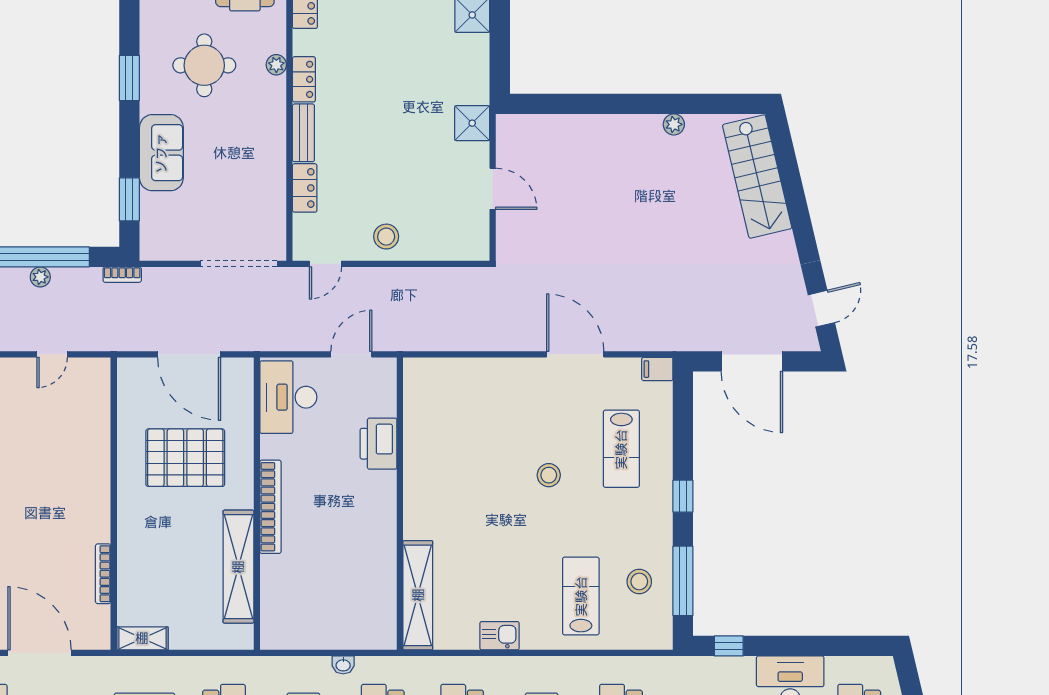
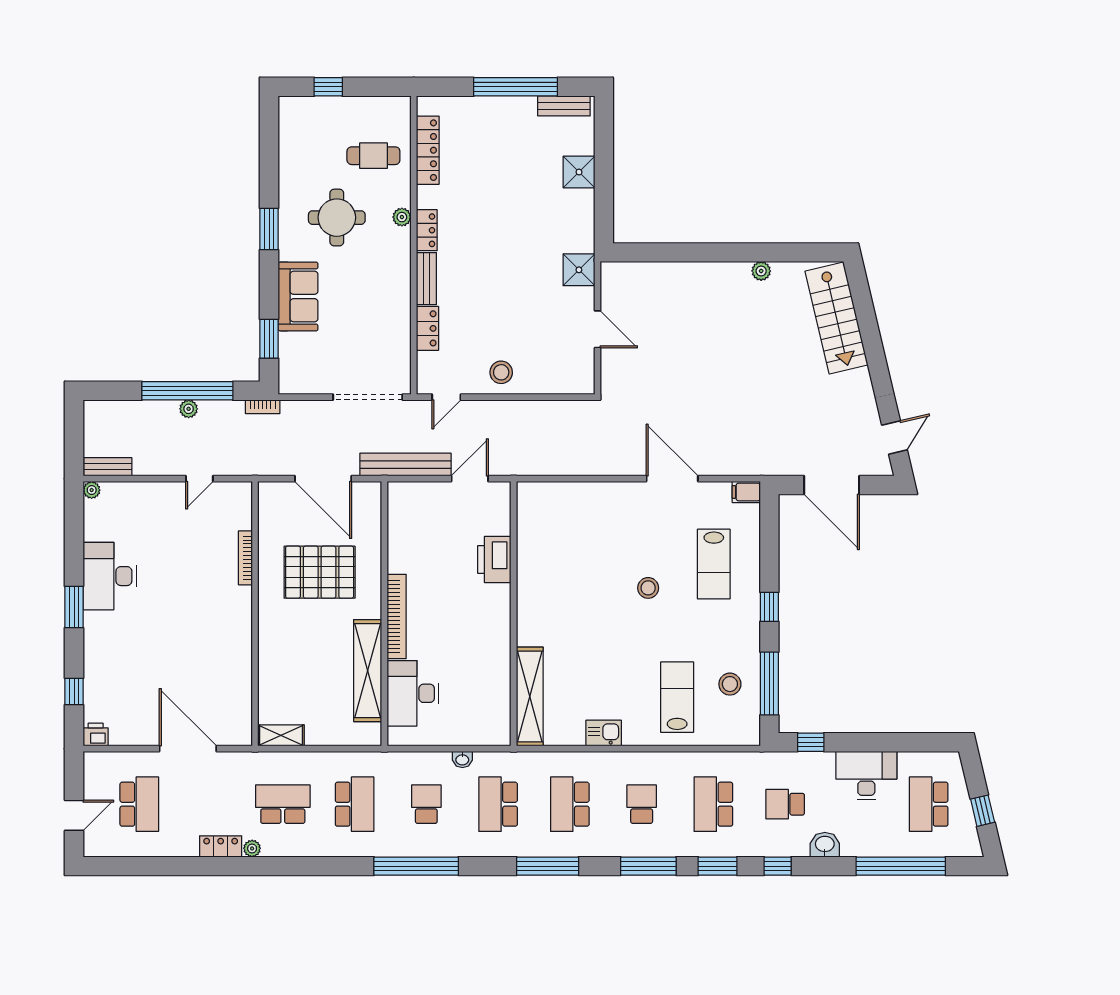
bench: (280, 339) -> (405, 465), added
desk: (288, 397) -> (413, 693), moved
bookcase: (103, 574) -> (245, 558), moved

